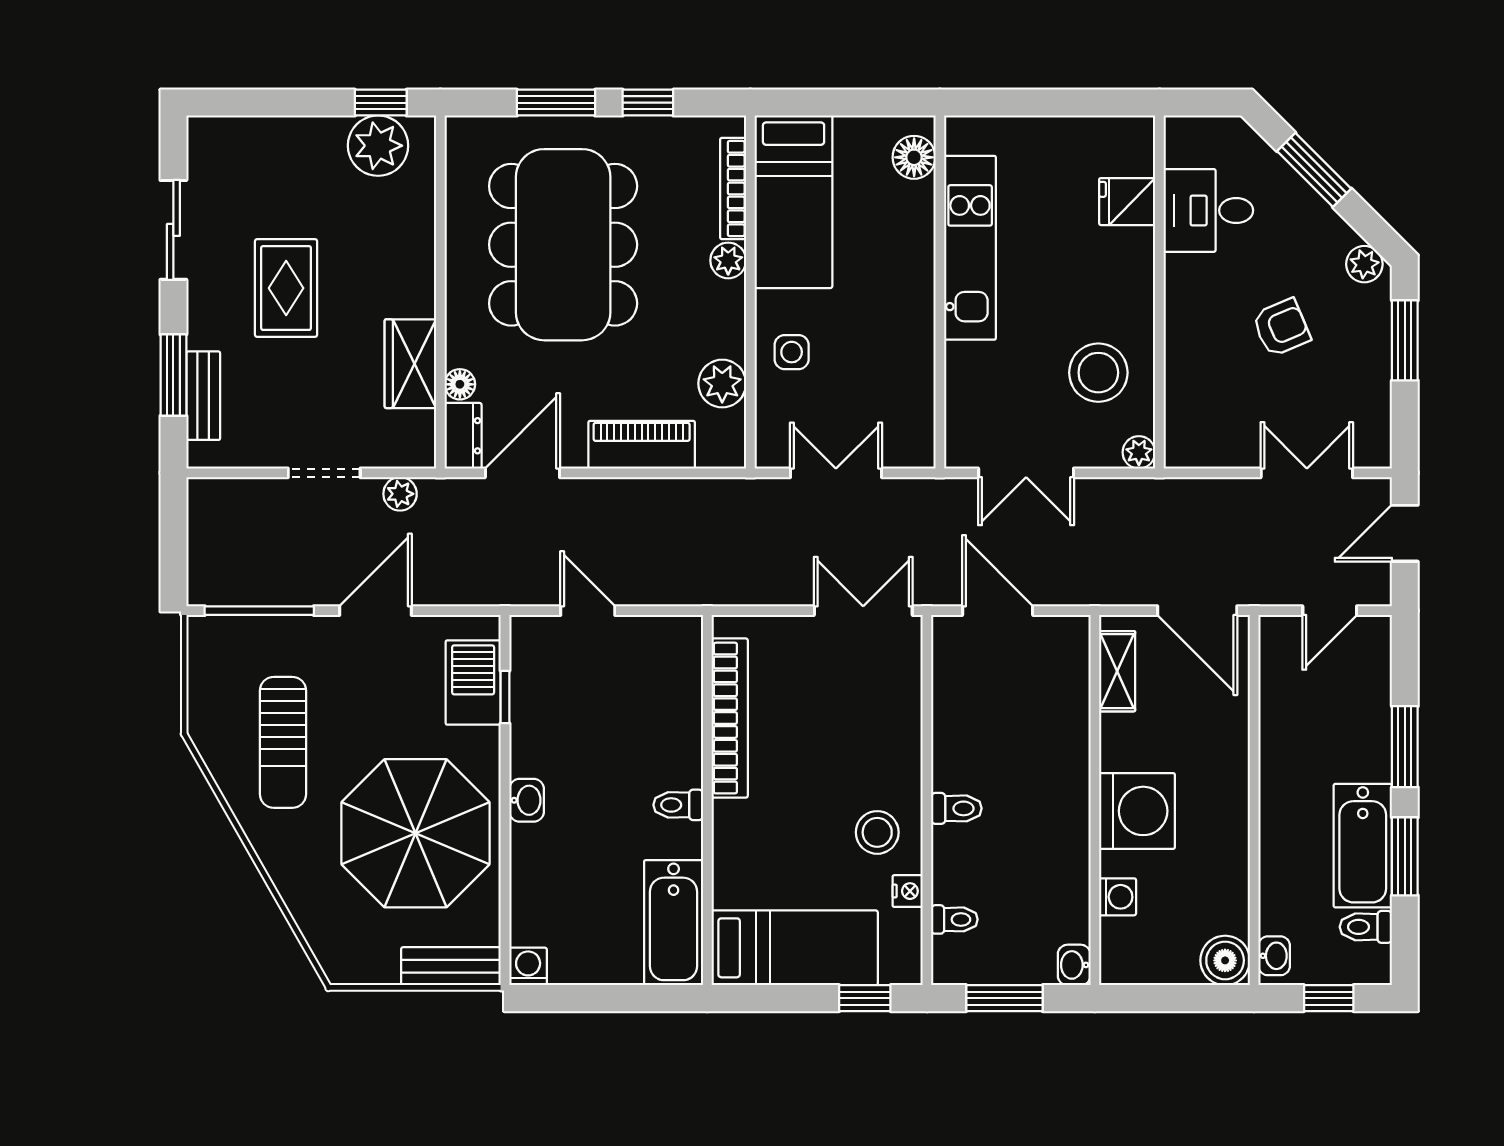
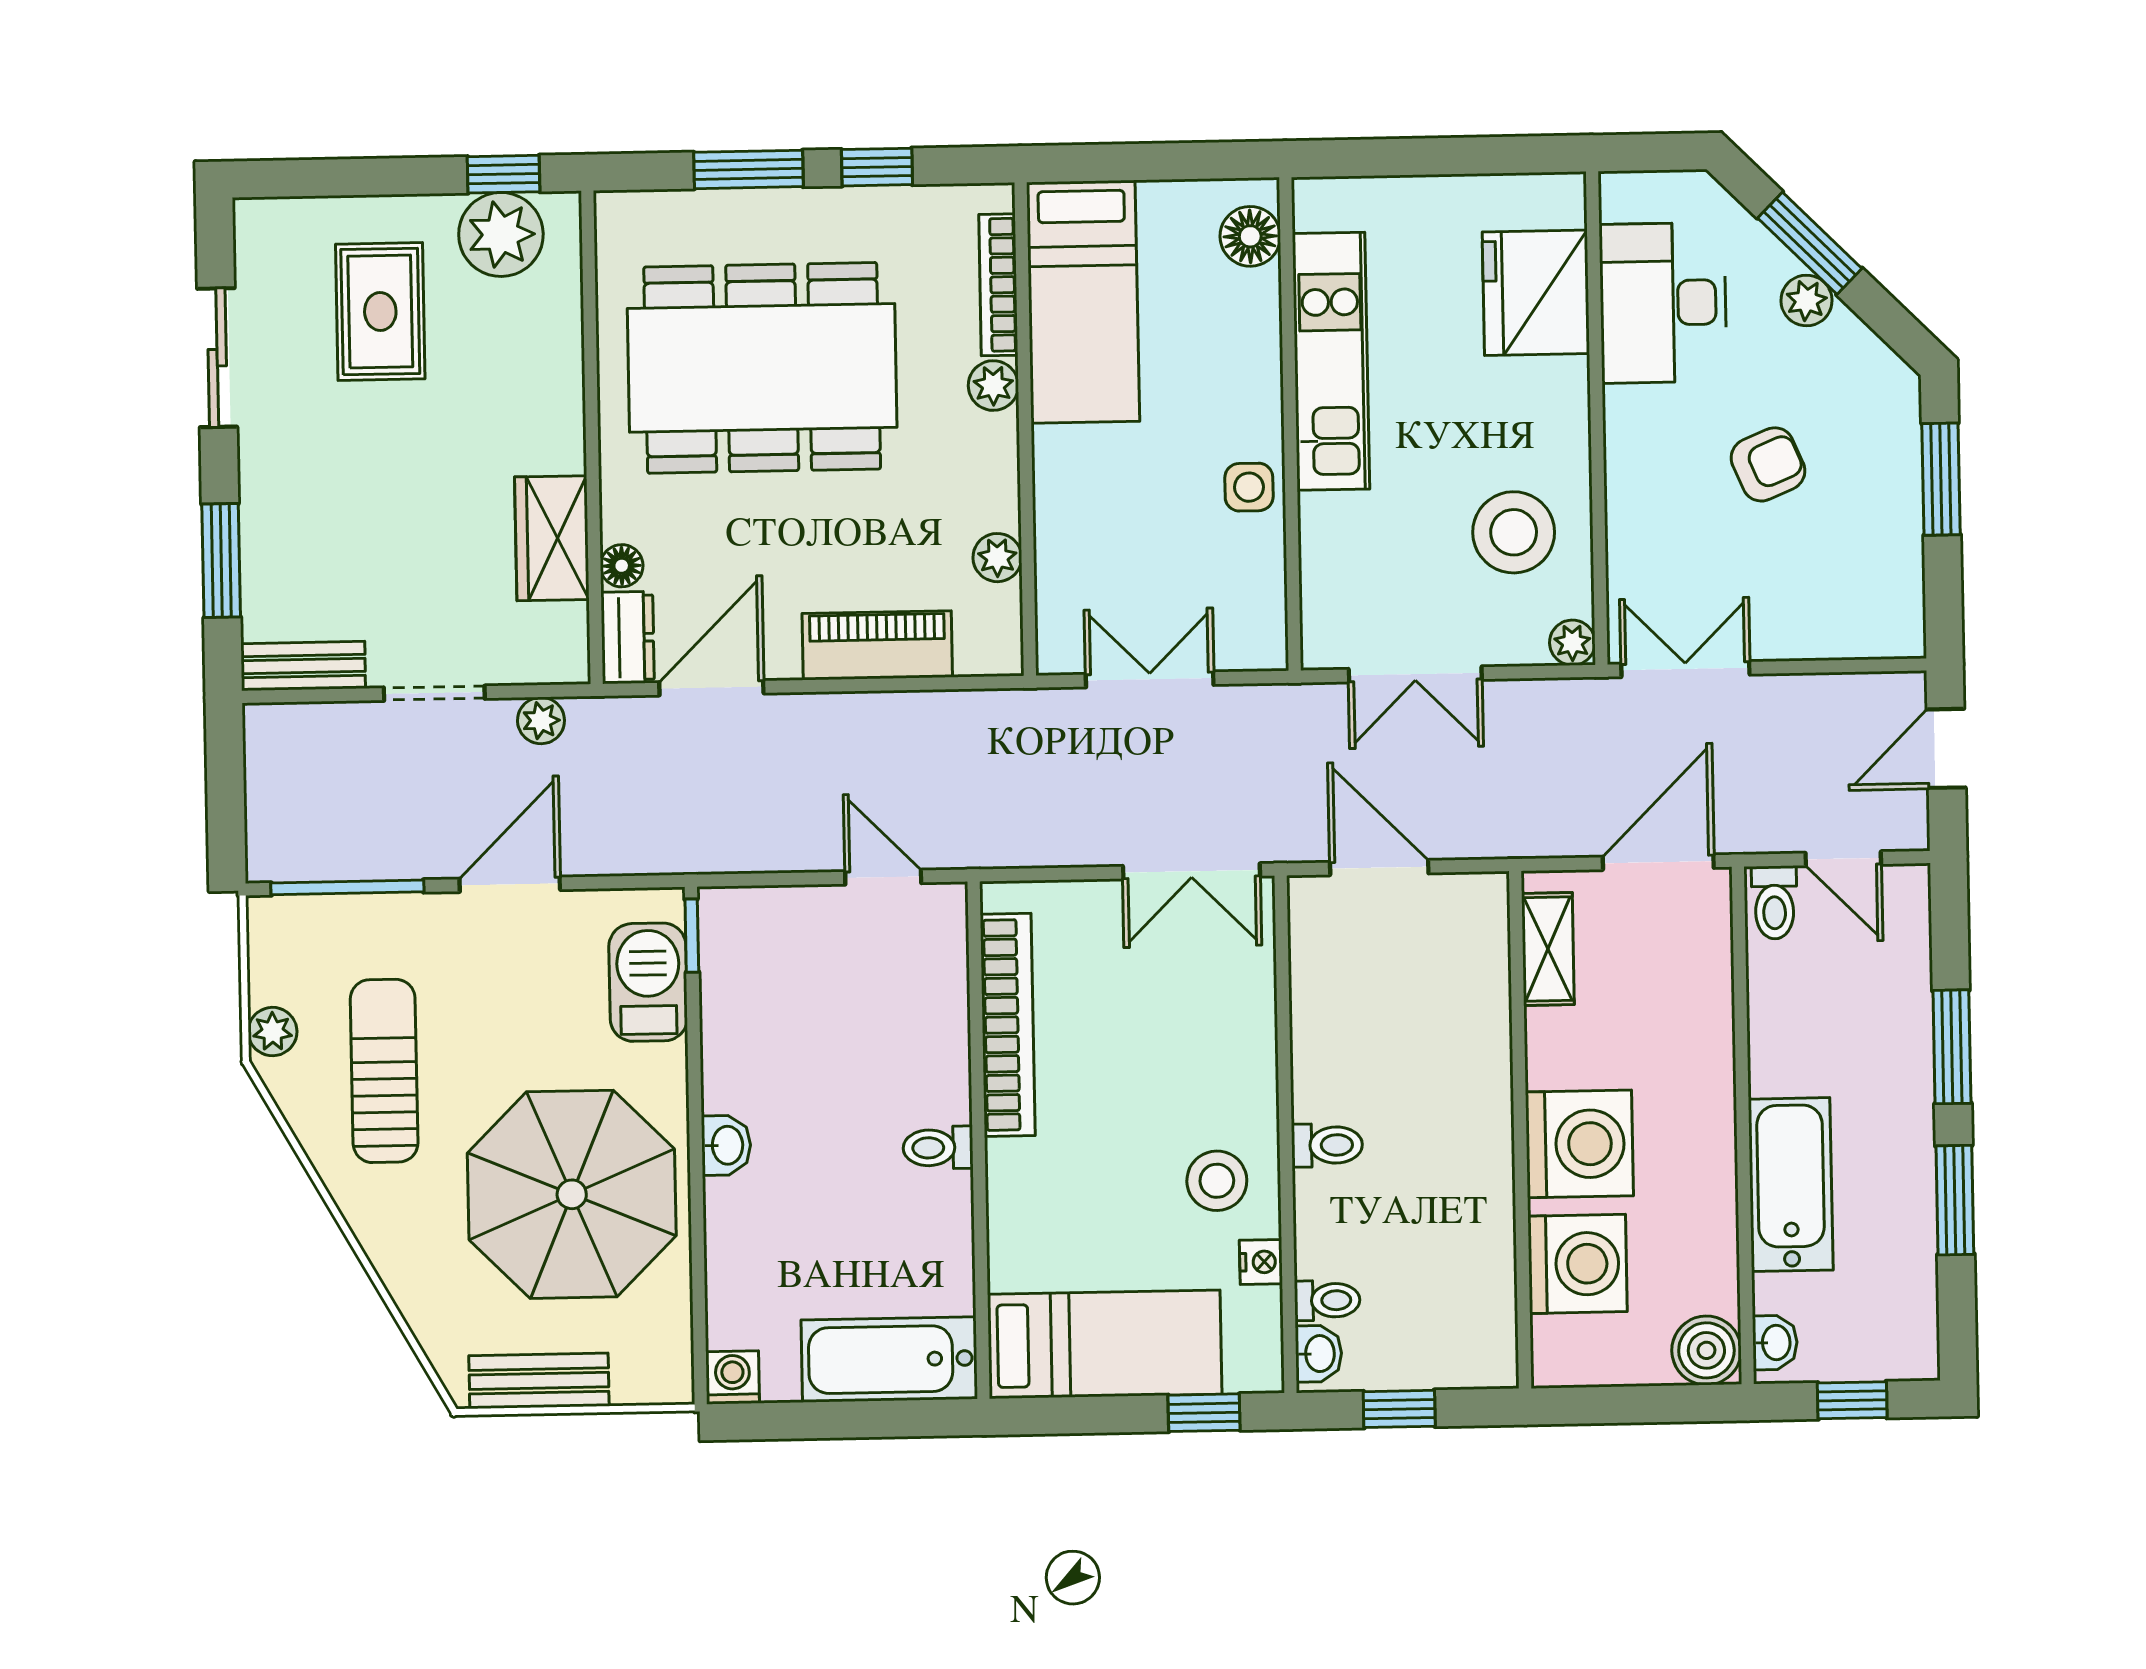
fridge: (1127, 202) -> (1536, 293), width x1.88, depth x1.34
desk: (1208, 210) -> (1663, 303), width x1.37
dining table: (563, 245) -> (762, 368), turned 90
plant: (1364, 264) -> (1807, 300), moved
rug: (286, 288) -> (380, 312), moved
side table: (792, 352) -> (1249, 487), moved
plant: (722, 384) -> (997, 558), width x0.73, depth x0.73
bench: (203, 396) -> (303, 666), moved, turned 90
double door: (1307, 473) -> (1685, 669), moved
door: (588, 611) -> (883, 877), moved
double door: (863, 611) -> (1191, 871), swing flipped
door: (1197, 611) -> (1658, 862), swing flipped
door: (1330, 611) -> (1843, 859), hinge flipped
window: (505, 697) -> (692, 936), moved
plant: (204, 713) -> (273, 1032), added
sun lounger: (283, 742) -> (384, 1071), turned 180
bathtub: (1363, 846) -> (1791, 1185), moved, turned 180
washing machine: (1118, 897) -> (1578, 1264), width x1.89, depth x1.89
bathtub: (674, 923) -> (889, 1359), moved, turned 90
toilet: (1366, 927) -> (1774, 903), moved, turned -90
washbasin: (1074, 965) -> (1319, 1354), moved, turned 180
bench: (451, 966) -> (539, 1381), moved
window: (1004, 998) -> (1399, 1409), width x0.67

